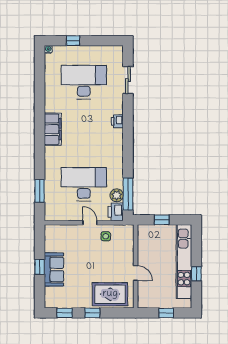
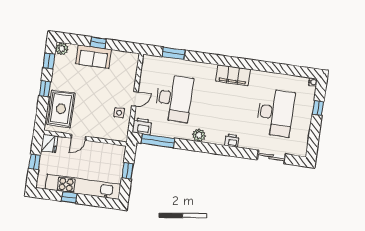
plant: (117, 195) -> (199, 135), moved
fridge: (146, 301) -> (49, 143), added
plant: (51, 302) -> (62, 49), added

